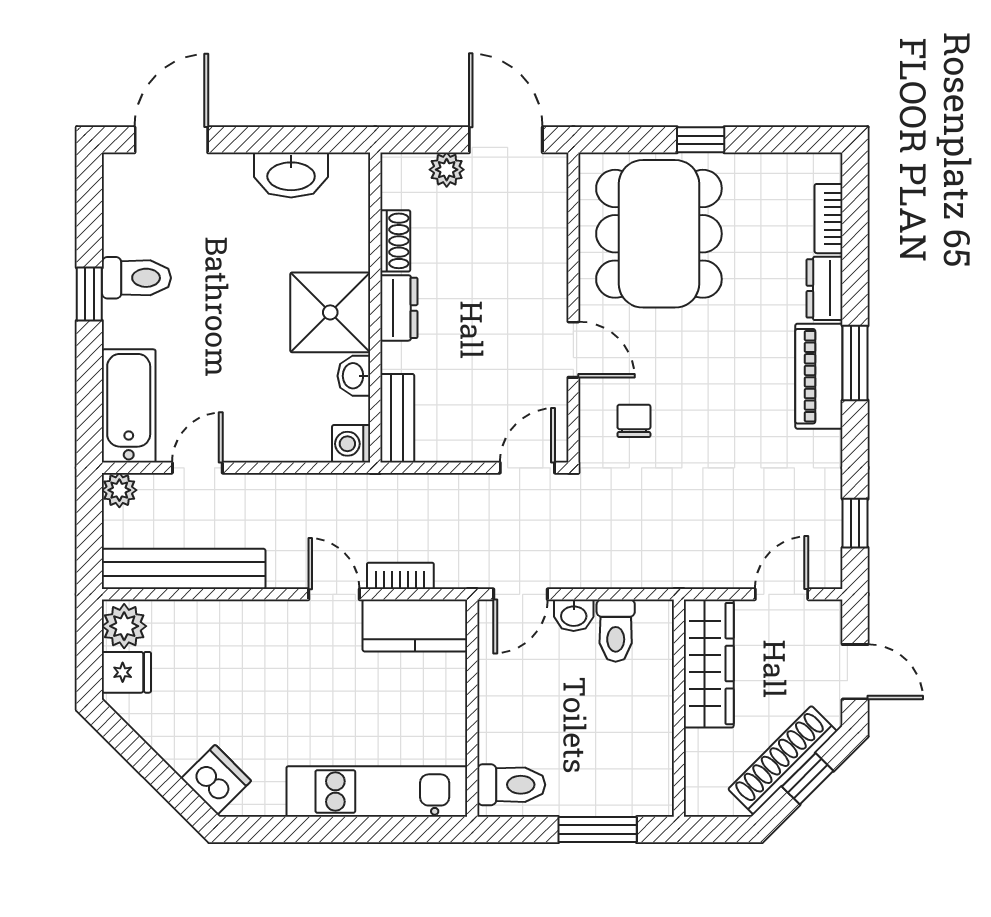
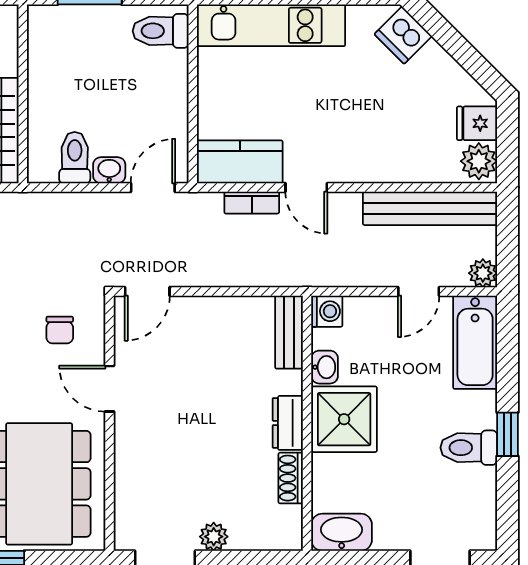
shoe rack: (395, 241) -> (291, 478), moved
wall: (375, 308) -> (307, 423), moved
dresser: (399, 308) -> (288, 423), moved
shower: (330, 312) -> (344, 419), moved
washbasin: (354, 376) -> (325, 367), moved
bench: (397, 418) -> (289, 332), moved
washing machine: (351, 444) -> (327, 311), moved

